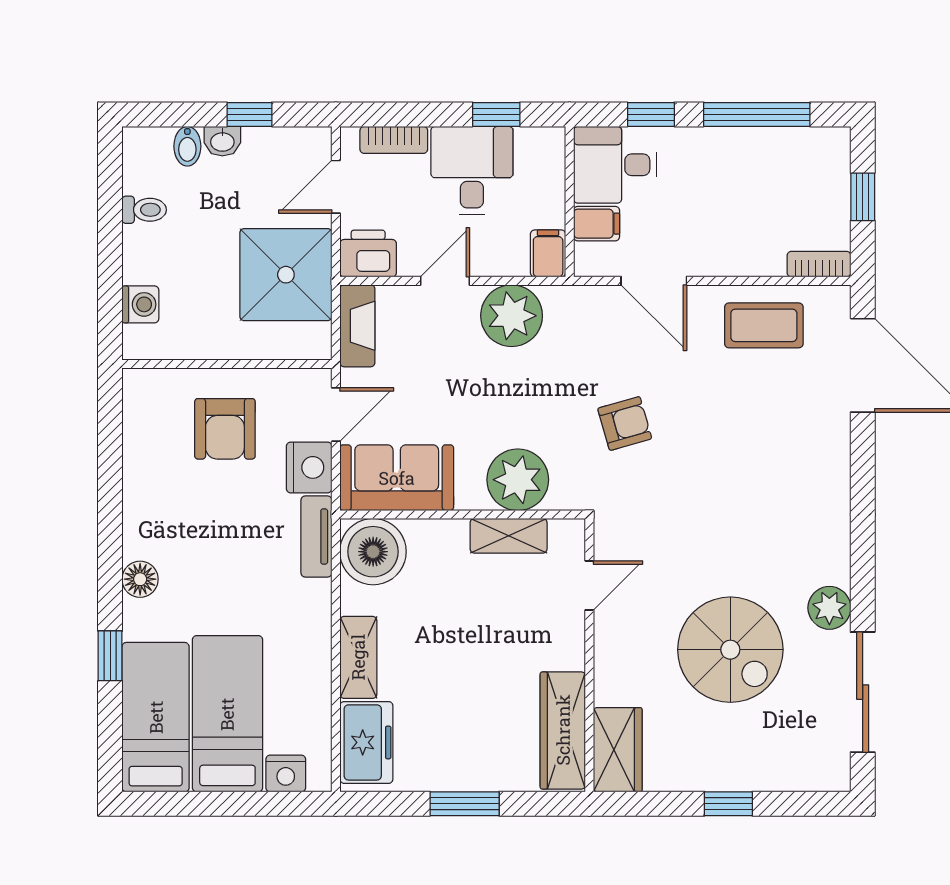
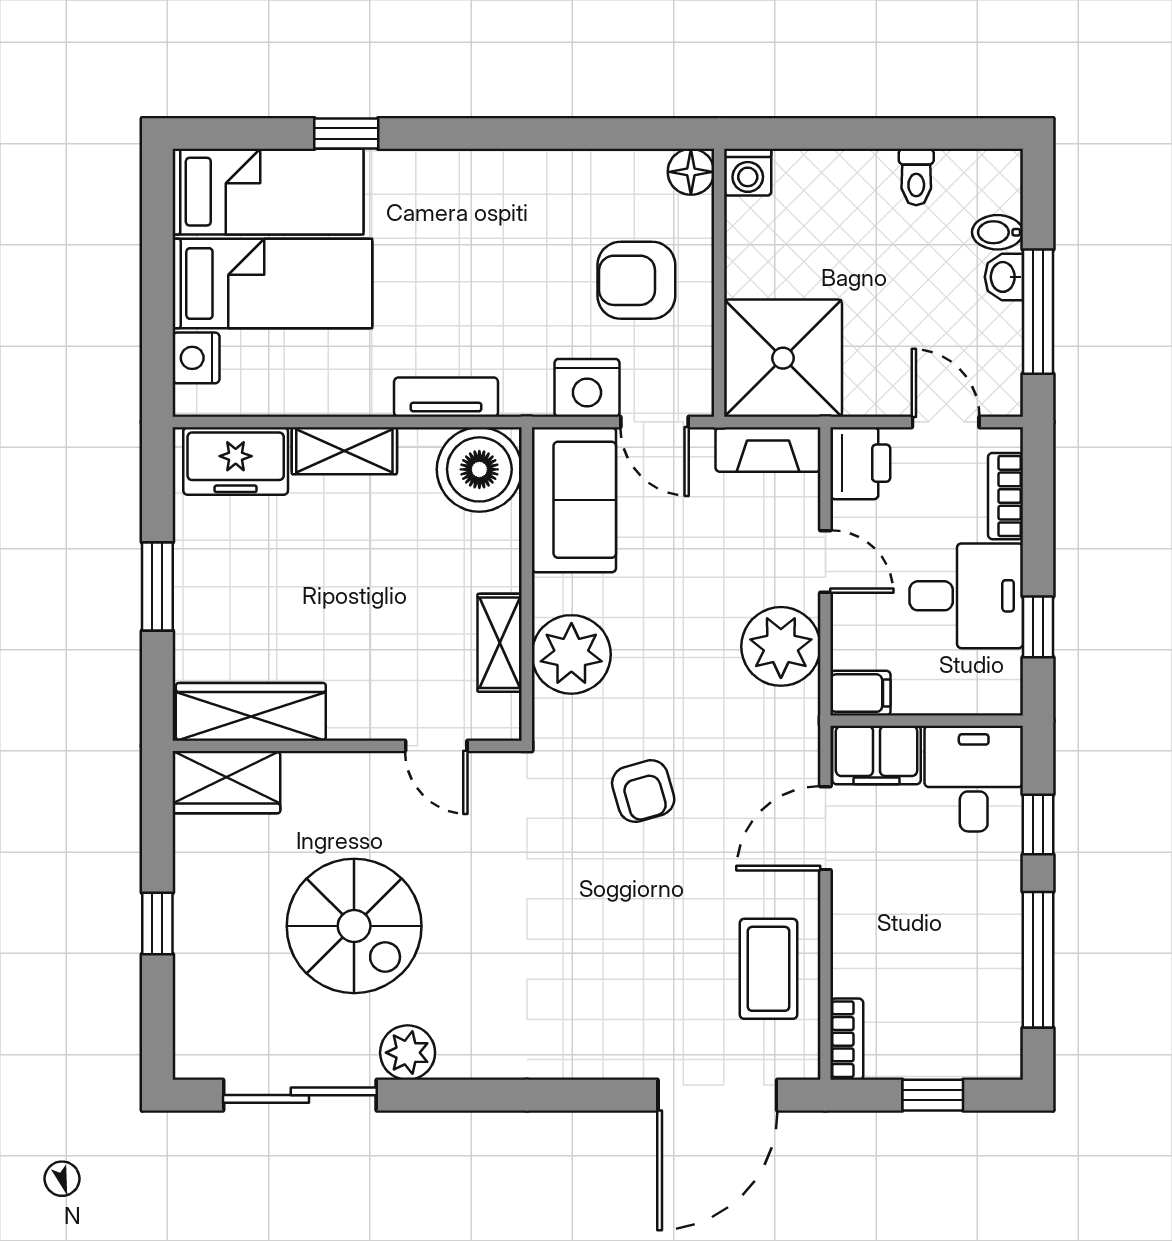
window: (249, 114) -> (1038, 312), width x2.17
filing cabinet: (597, 224) -> (877, 755), width x2.00
shower: (286, 275) -> (783, 358), moved
washing machine: (140, 304) -> (748, 172), moved
tv unit: (316, 537) -> (446, 397), moved
floor lamp: (140, 579) -> (691, 172), moved
spiral stairs: (730, 650) -> (354, 926), turned -90

